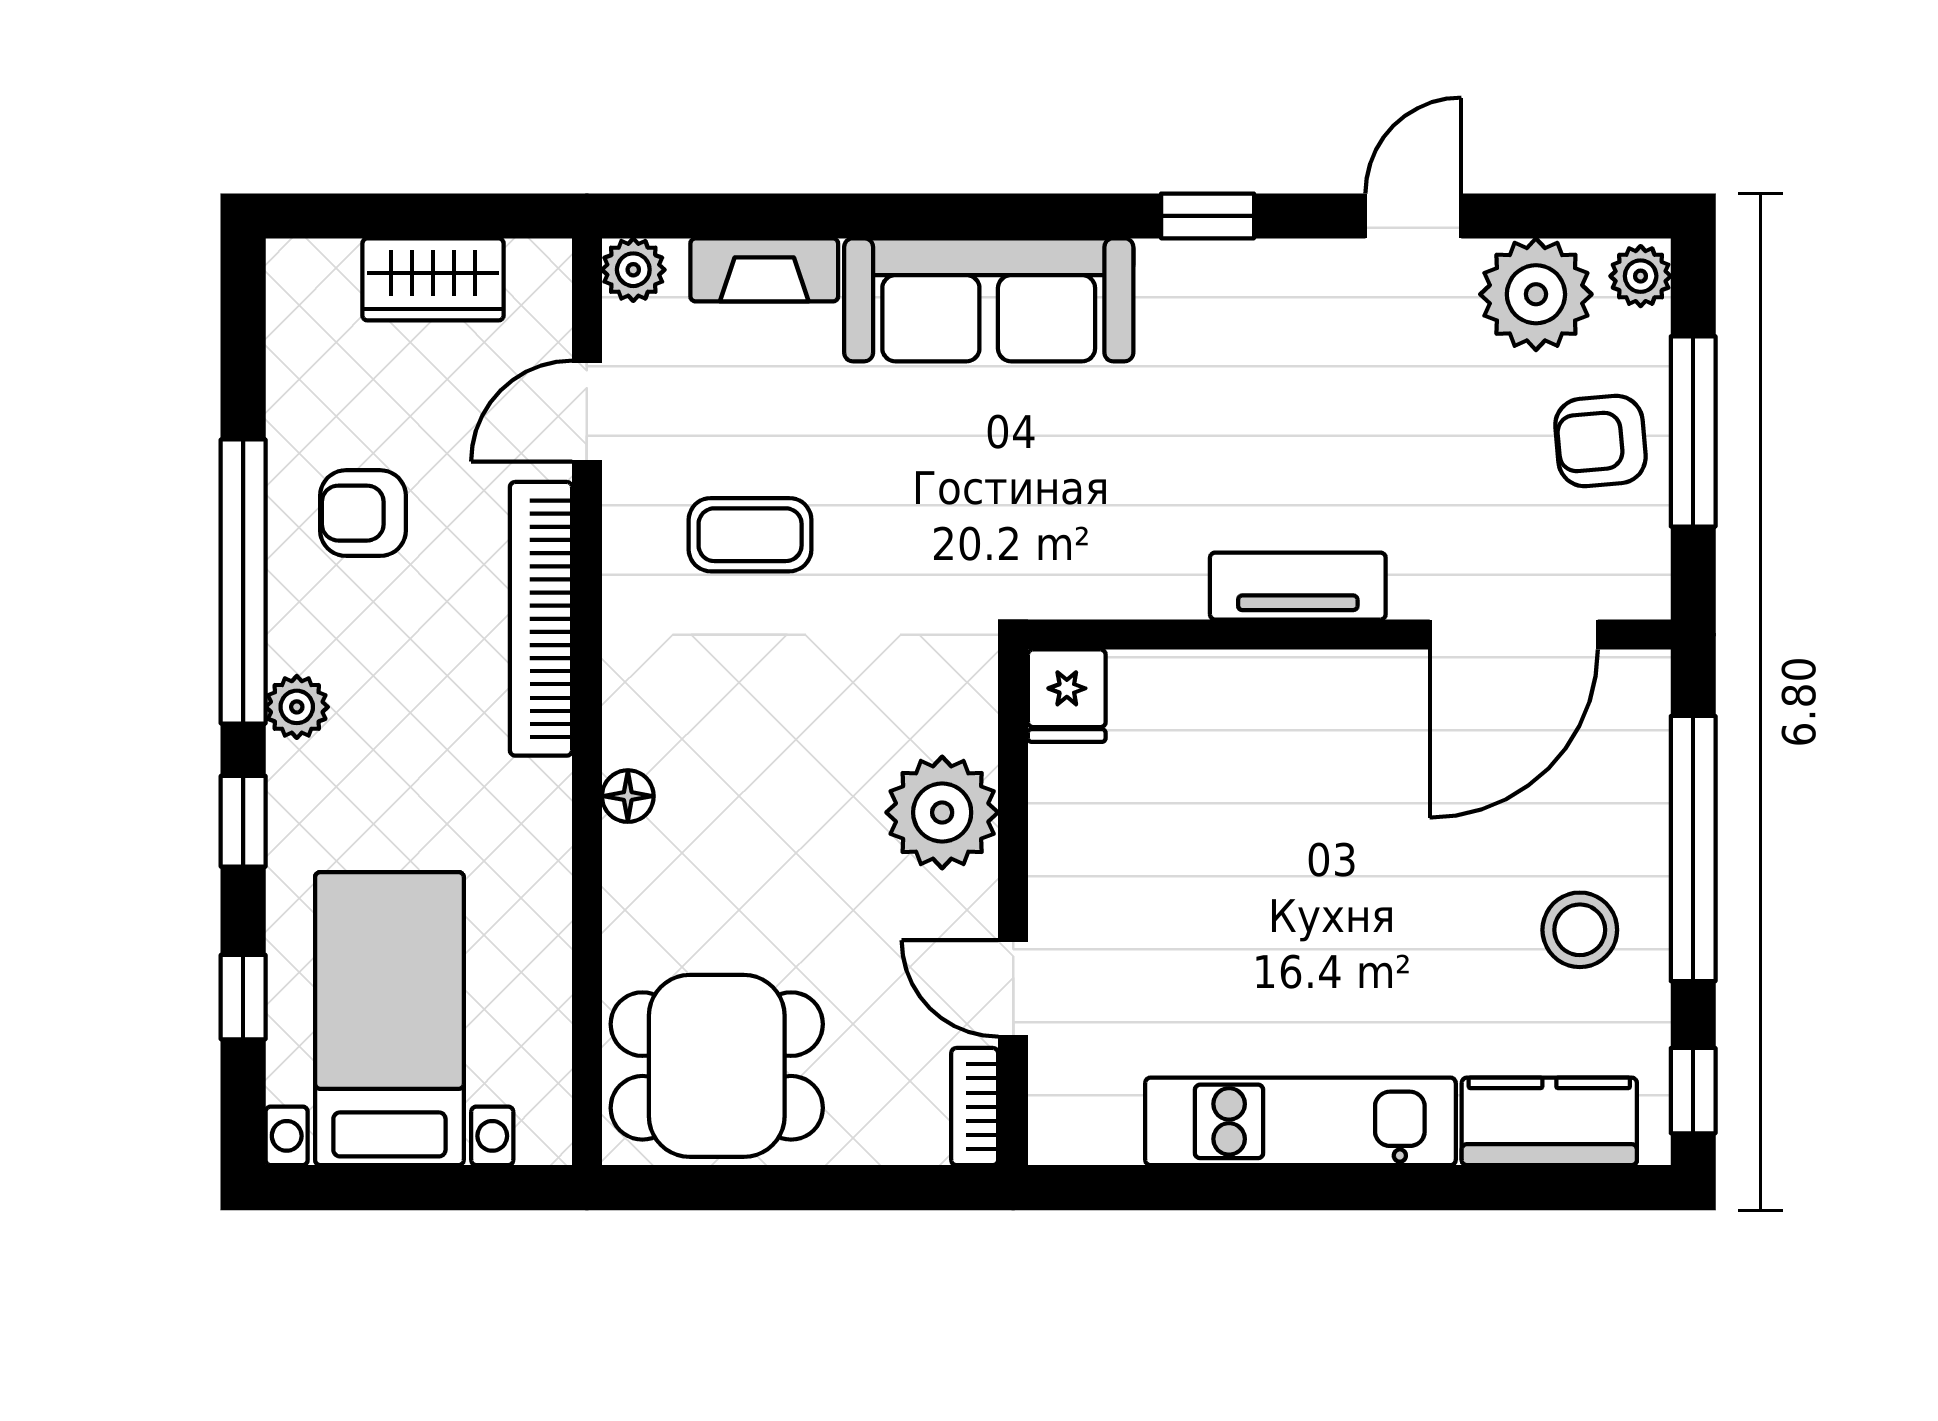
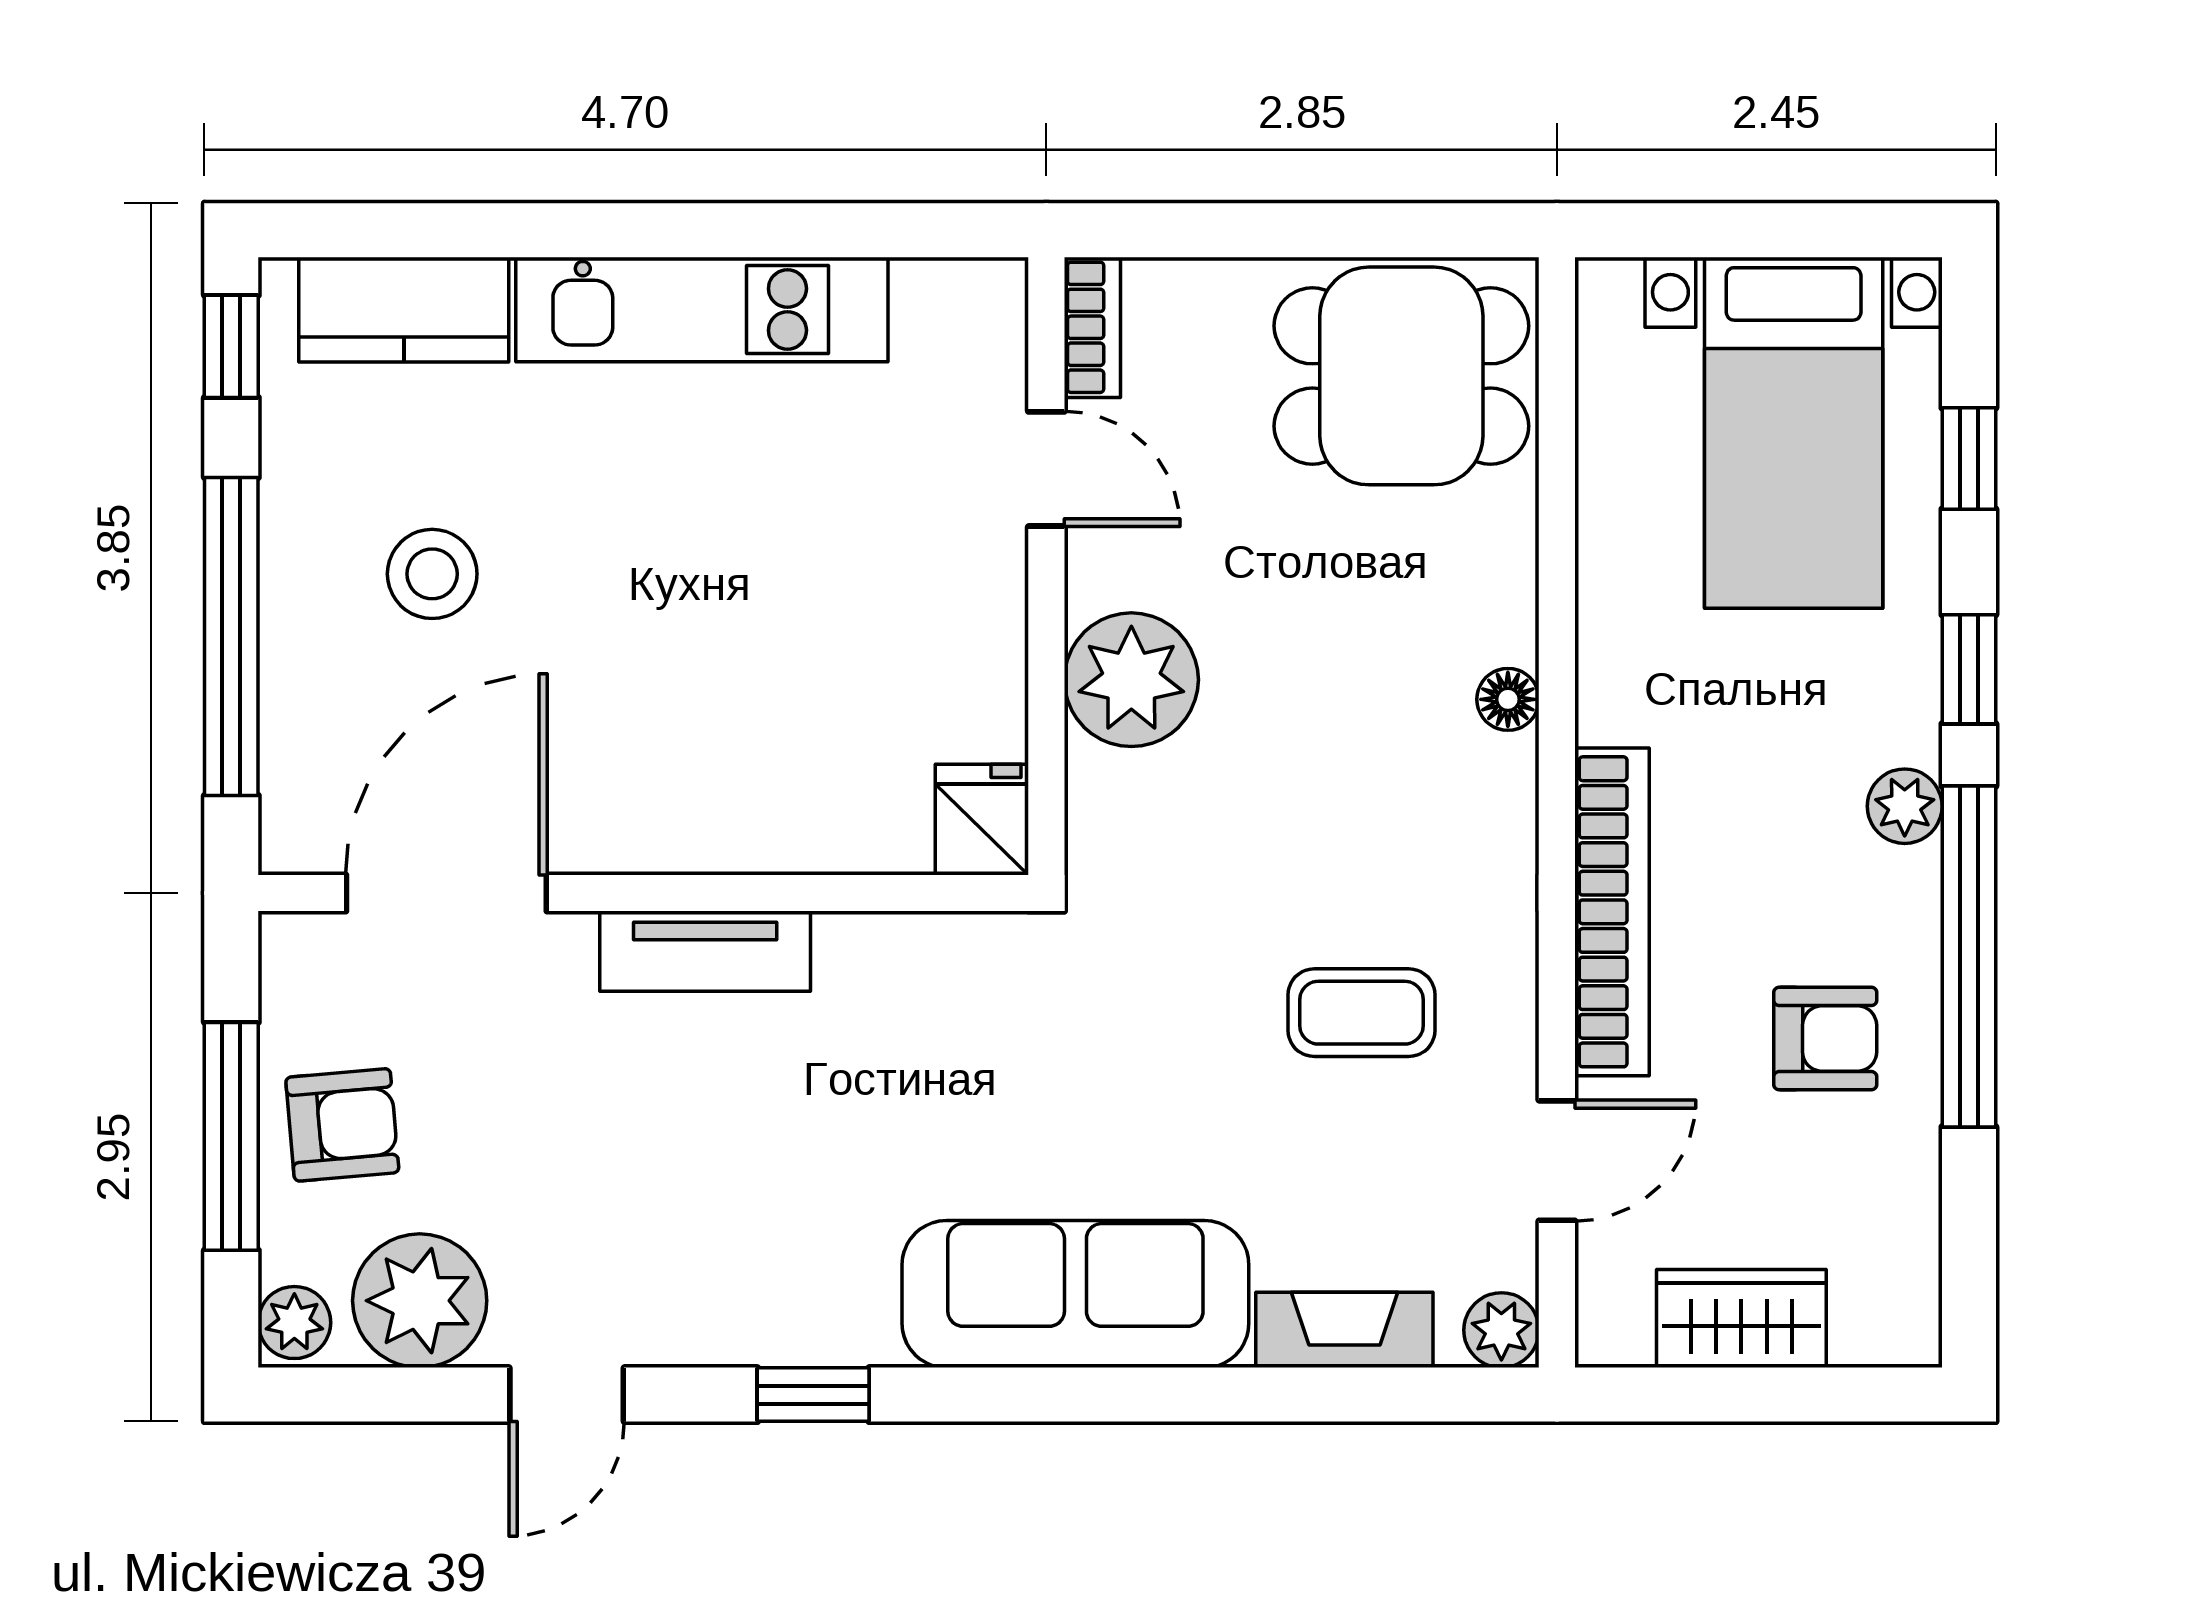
stool: (1580, 930) -> (432, 574), moved

